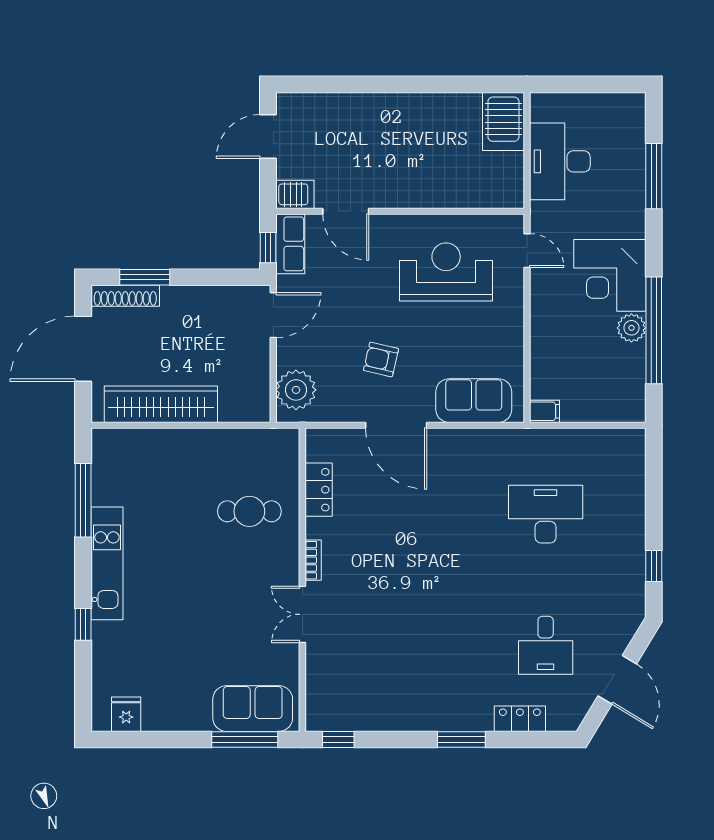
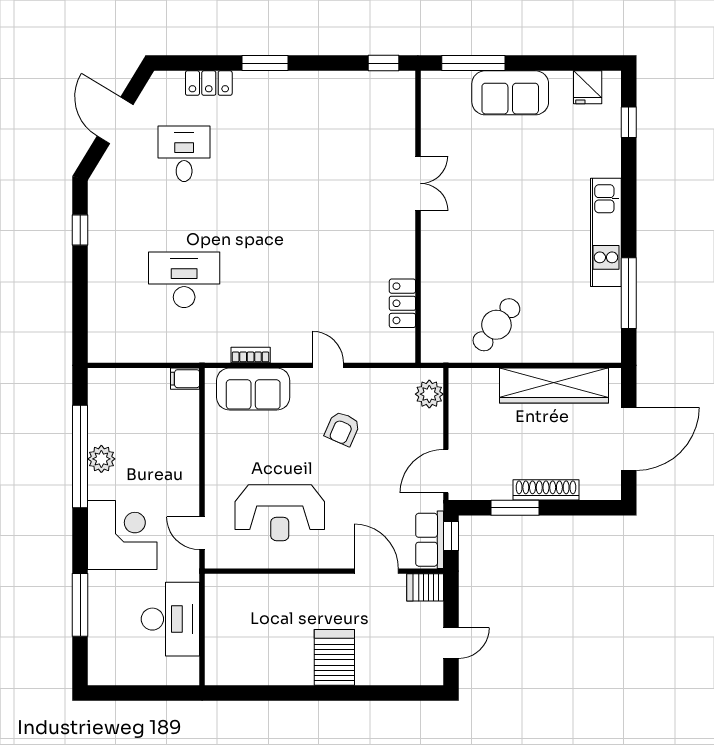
server rack: (503, 121) -> (334, 657), moved
door: (268, 137) -> (451, 643), width x0.73
corner desk: (610, 275) -> (122, 535), moved
window: (145, 277) -> (515, 508), moved
shoe rack: (125, 296) -> (546, 490), moved
armchair: (381, 359) -> (342, 429), turned 101
plant: (296, 390) -> (429, 394), width x0.73, depth x0.73
door: (396, 425) -> (328, 365), width x0.53
cafe table: (249, 511) -> (496, 325), moved, turned -51
desk: (546, 514) -> (184, 280), turned 180
bookcase: (313, 560) -> (251, 355), moved, turned 90
window: (83, 624) -> (629, 122), moved
sofa: (253, 709) -> (510, 93), moved

